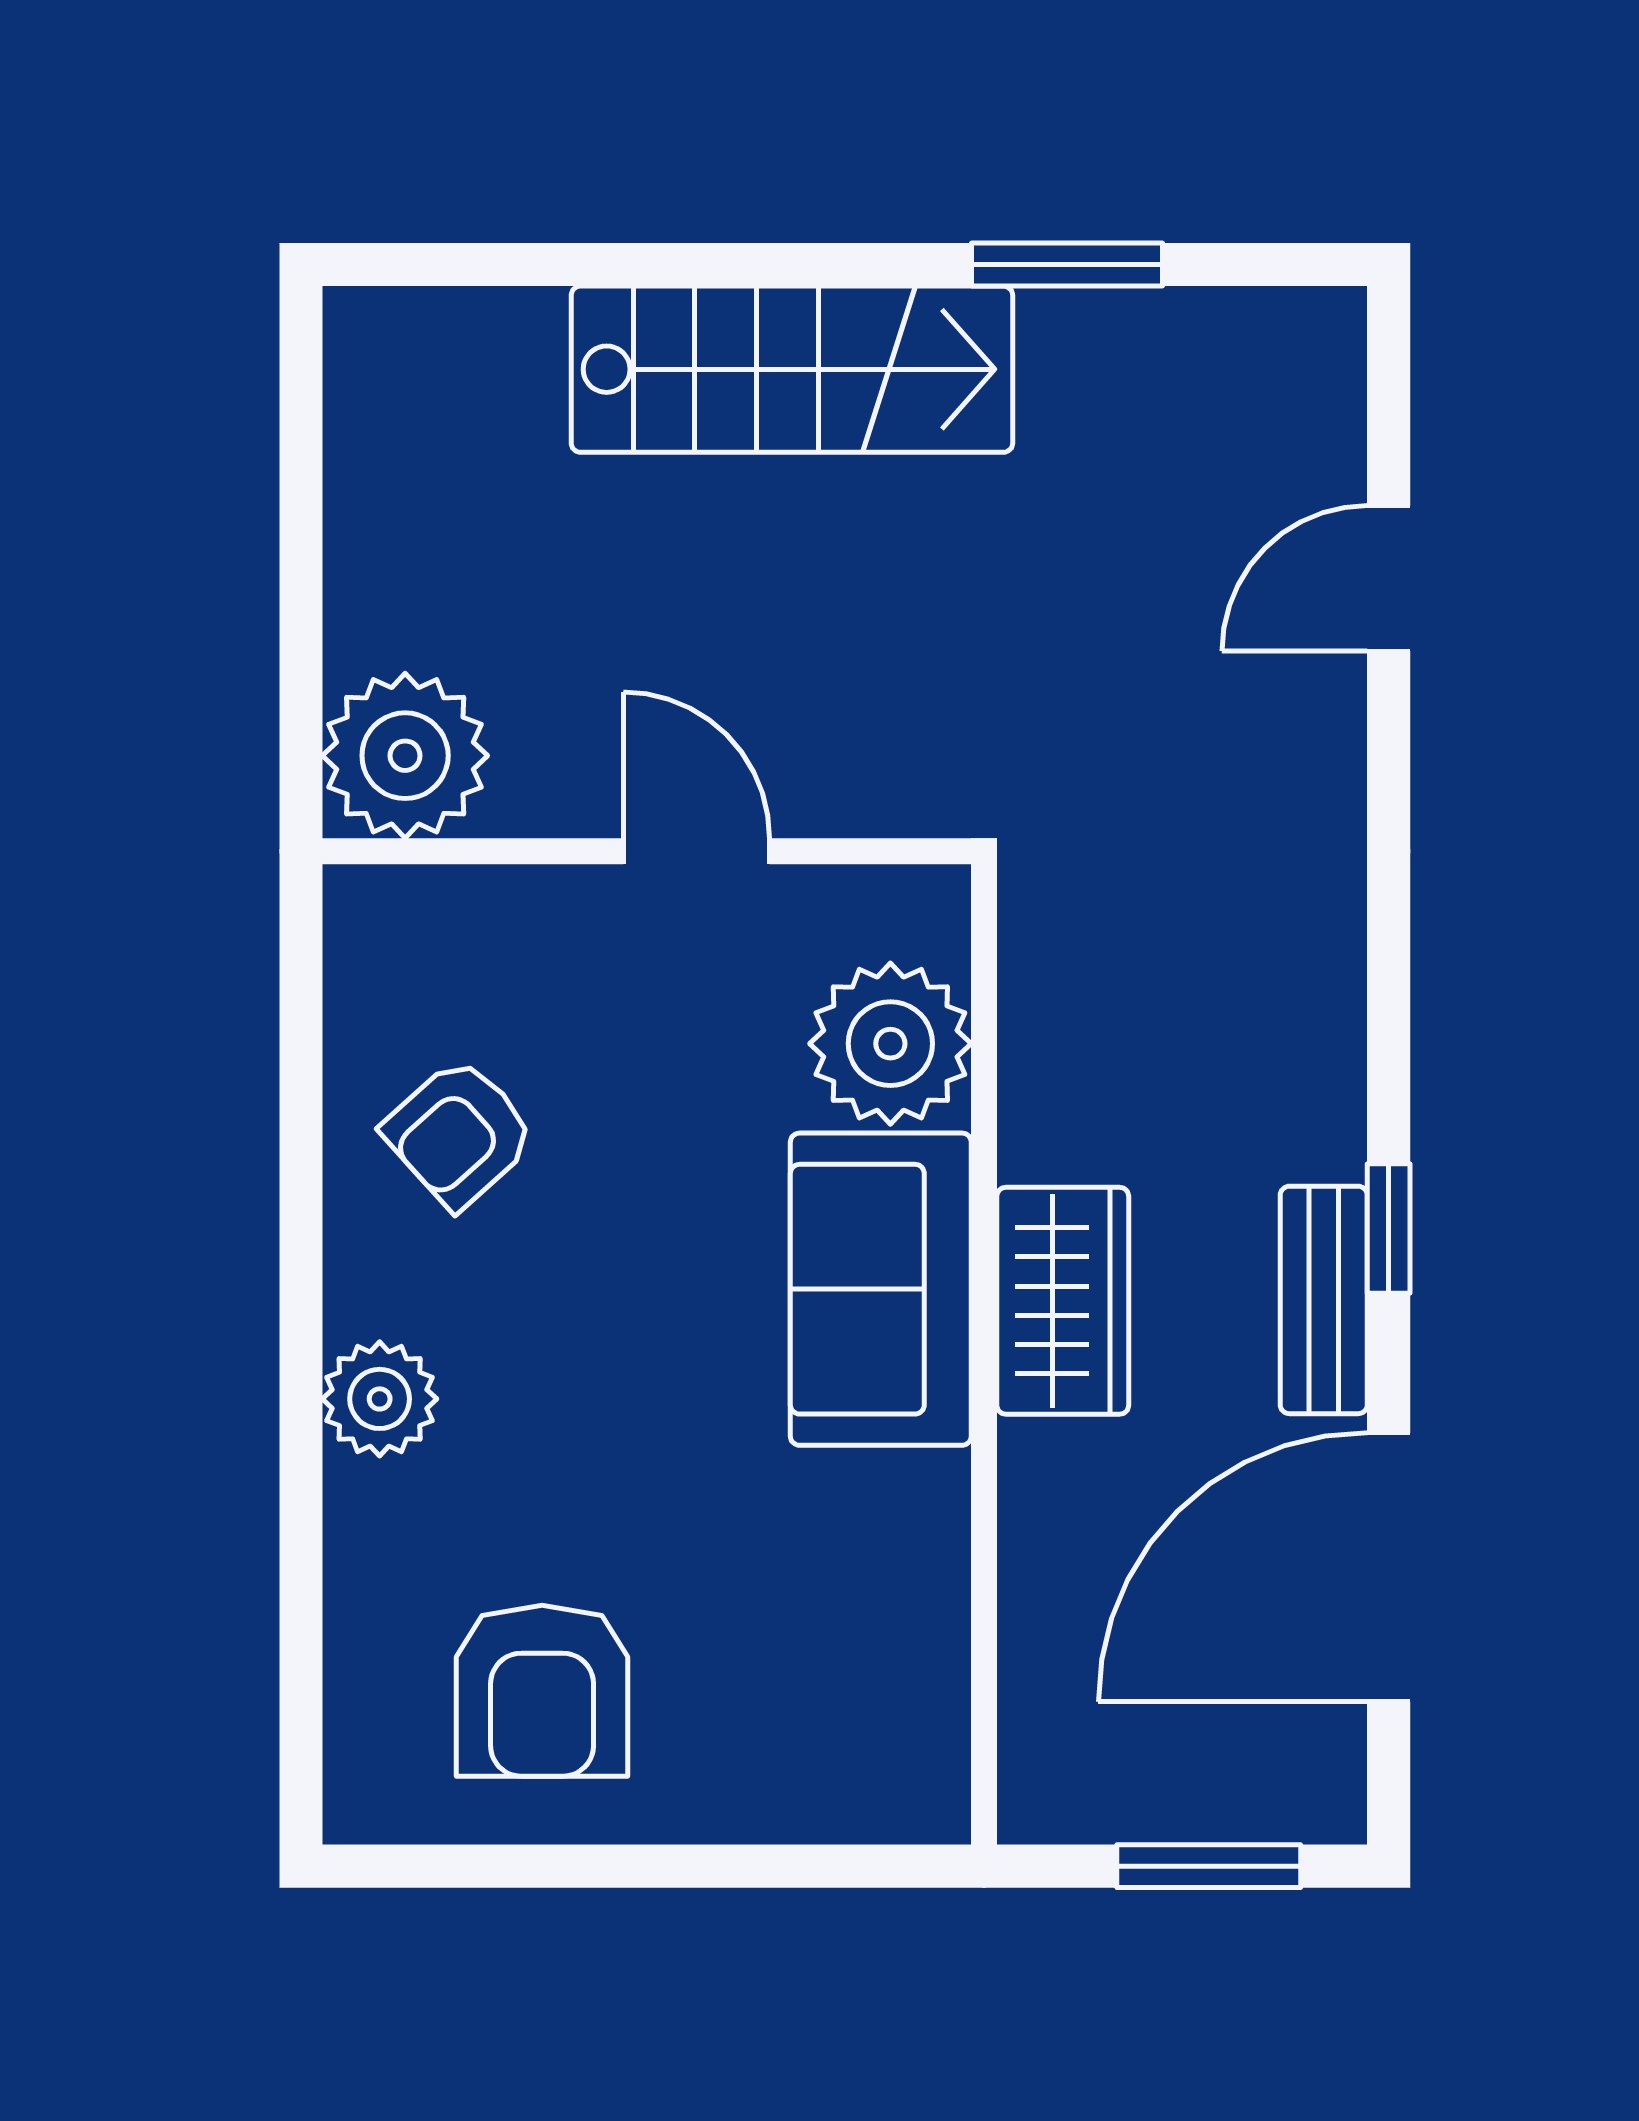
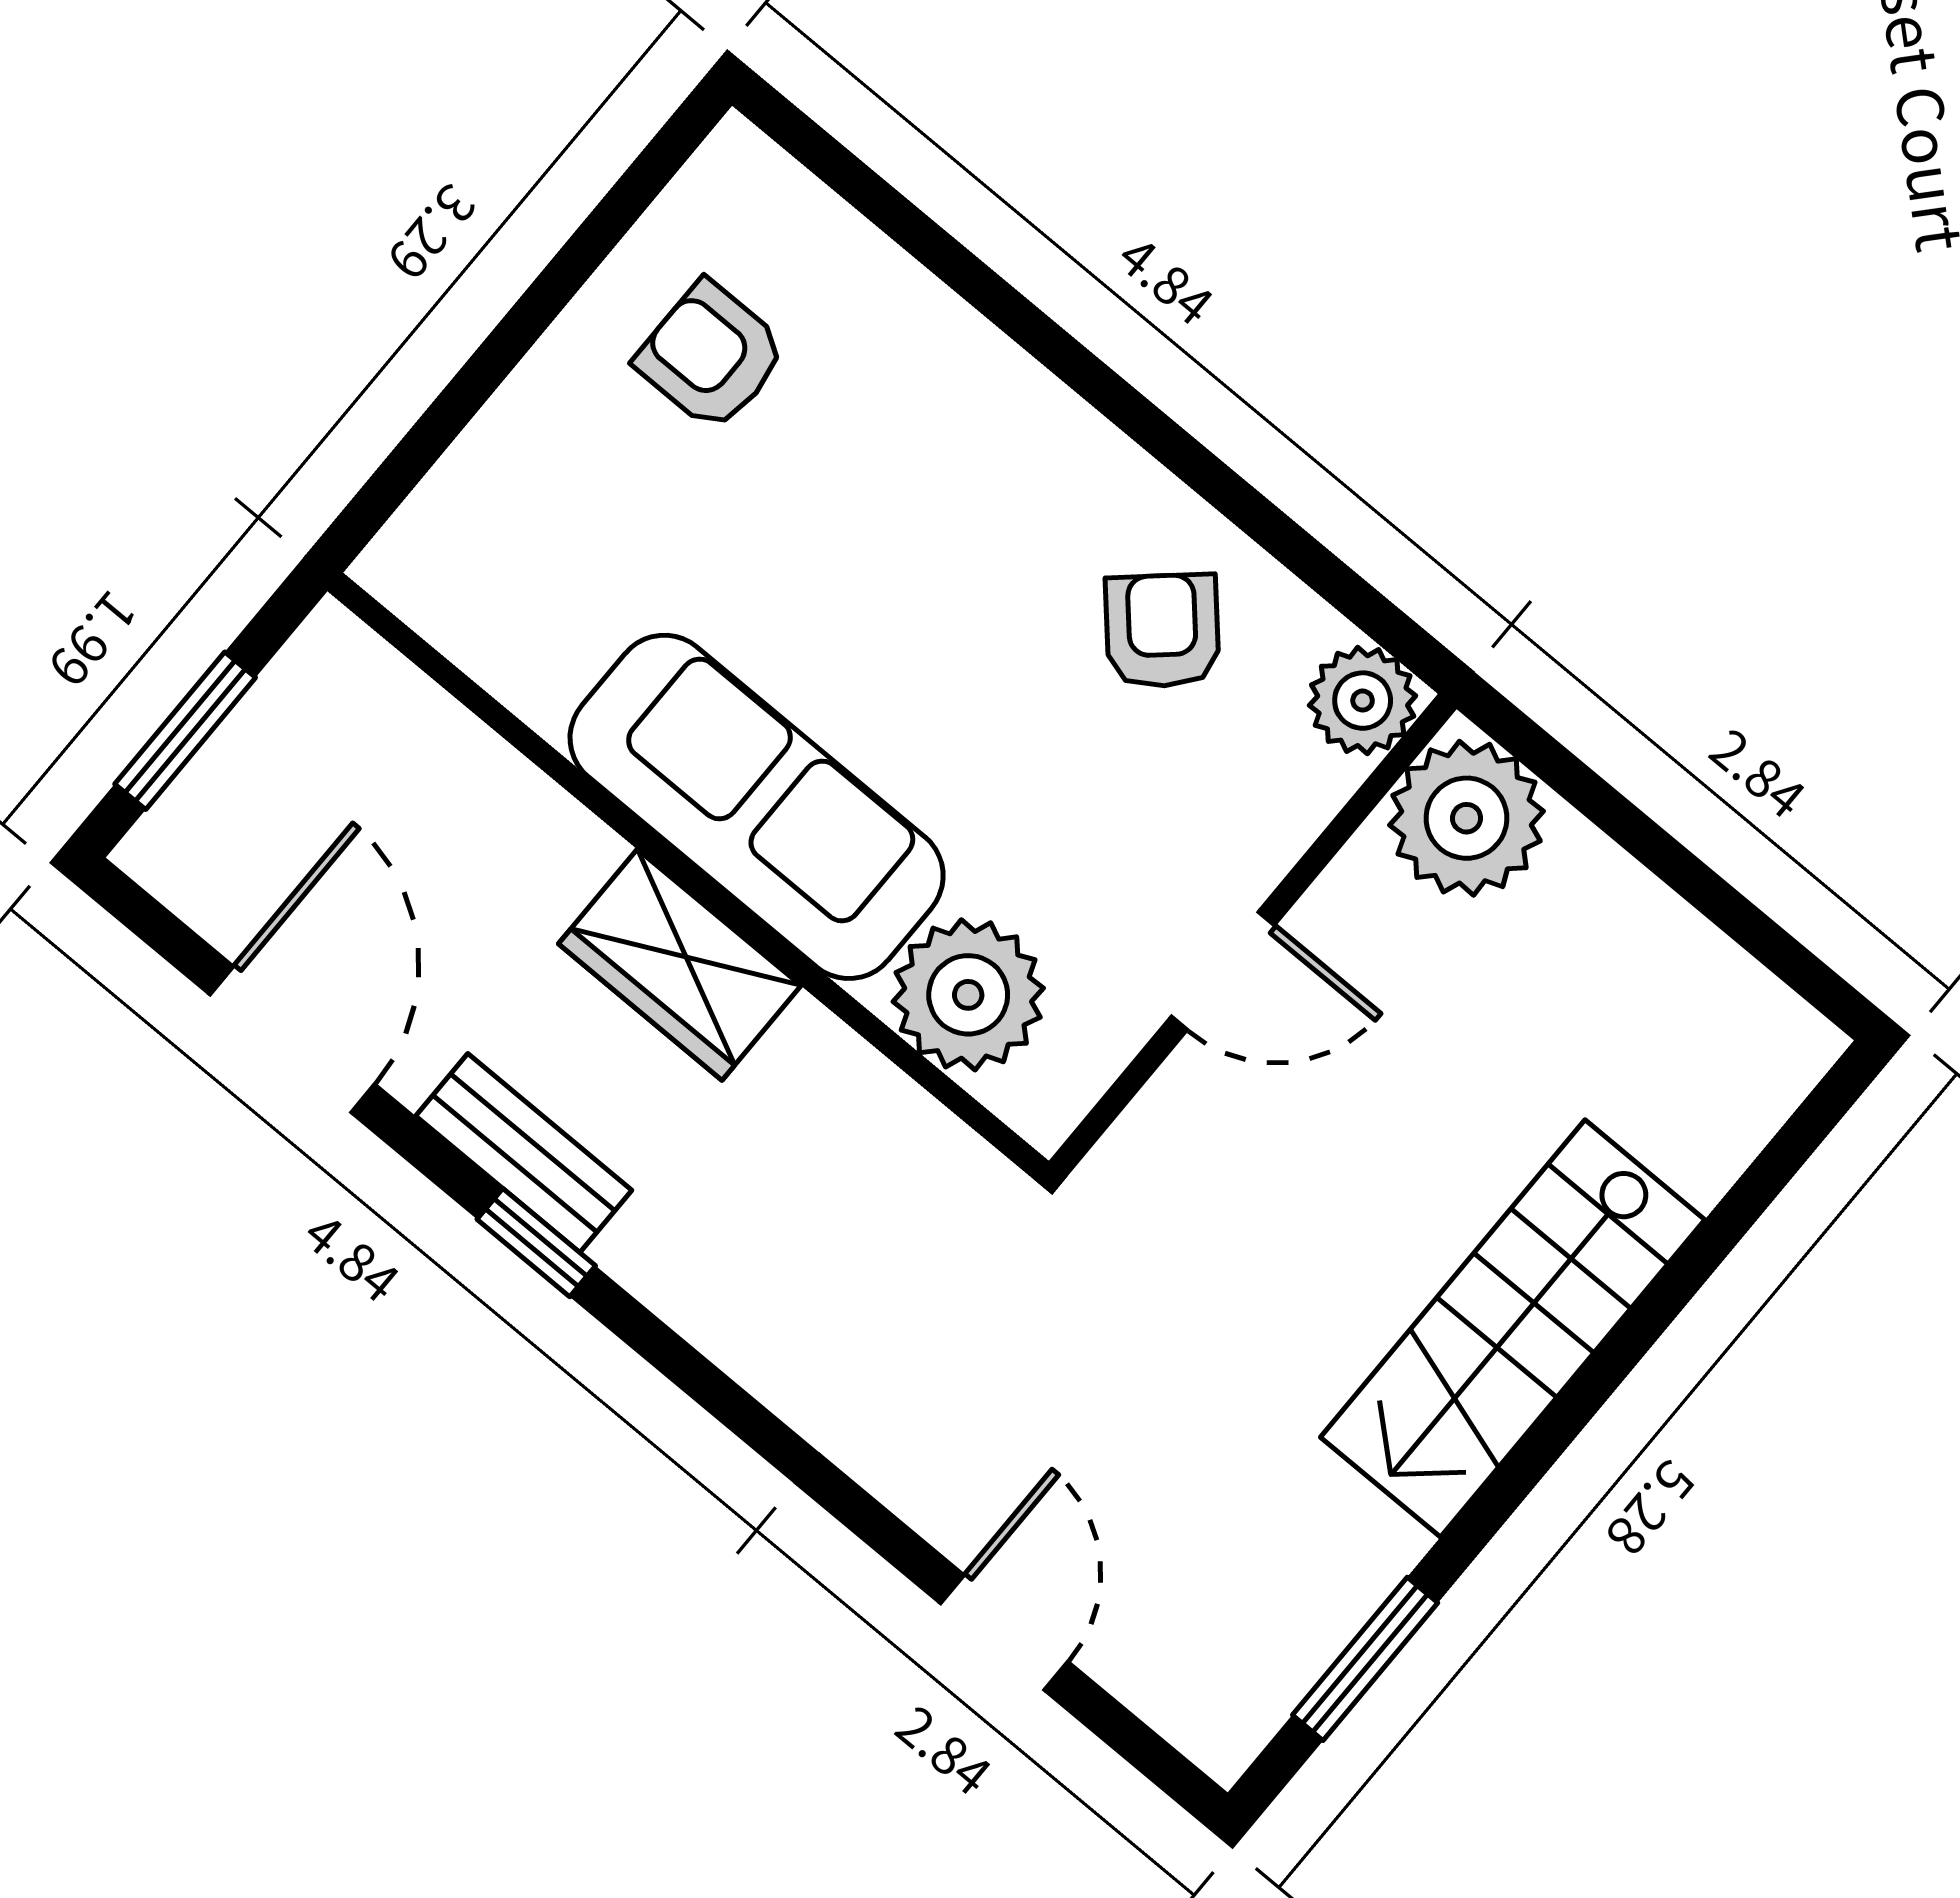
window: (1067, 265) -> (1365, 1659), moved
sofa: (881, 1289) -> (757, 807), width x1.36
plant: (380, 1399) -> (1363, 701), moved
door: (1389, 1567) -> (292, 1039), width x0.73
armchair: (542, 1691) -> (711, 356), width x0.72, depth x0.72

